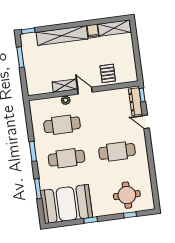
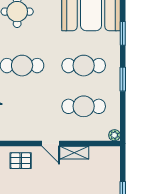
pallet: (108, 73) -> (21, 161), turned 90
plant: (66, 100) -> (114, 135), moved

